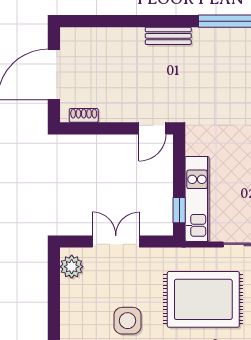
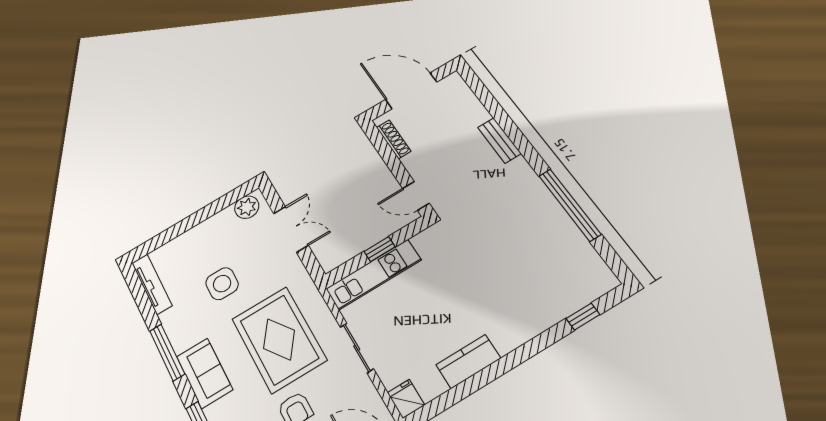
bench: (168, 36) -> (499, 140), moved
shoe rack: (84, 115) -> (394, 139), width x1.43
window: (179, 210) -> (380, 249), moved

